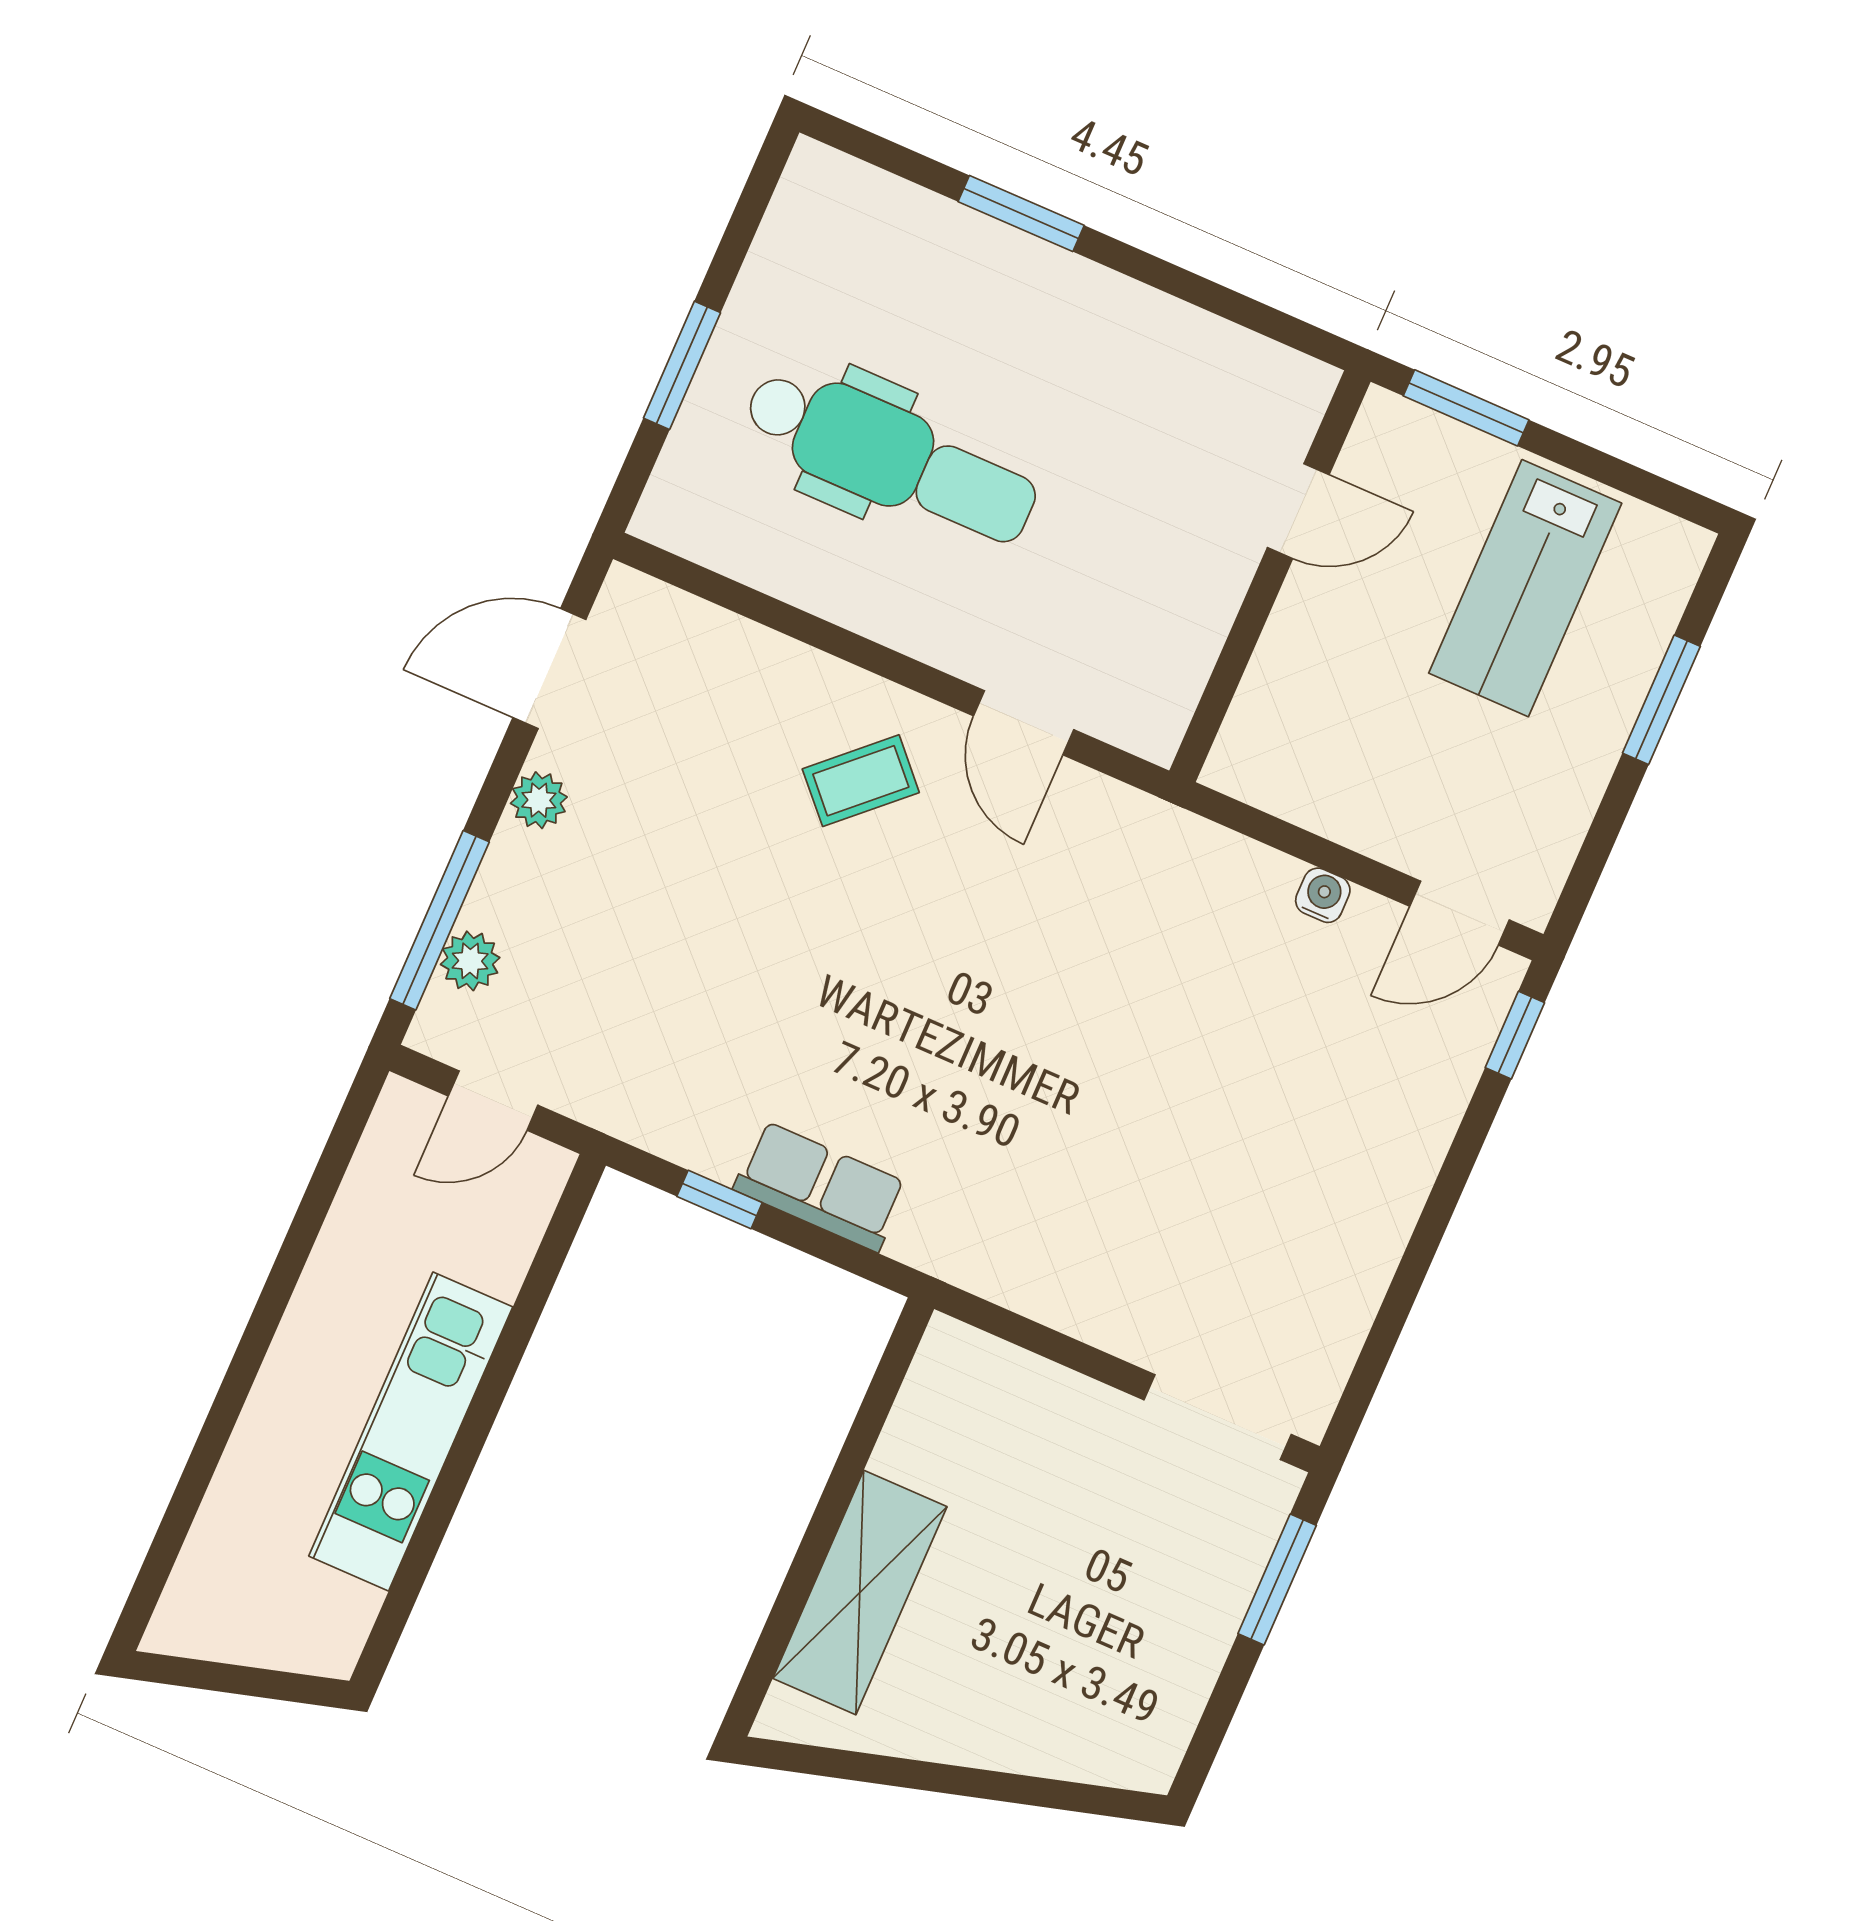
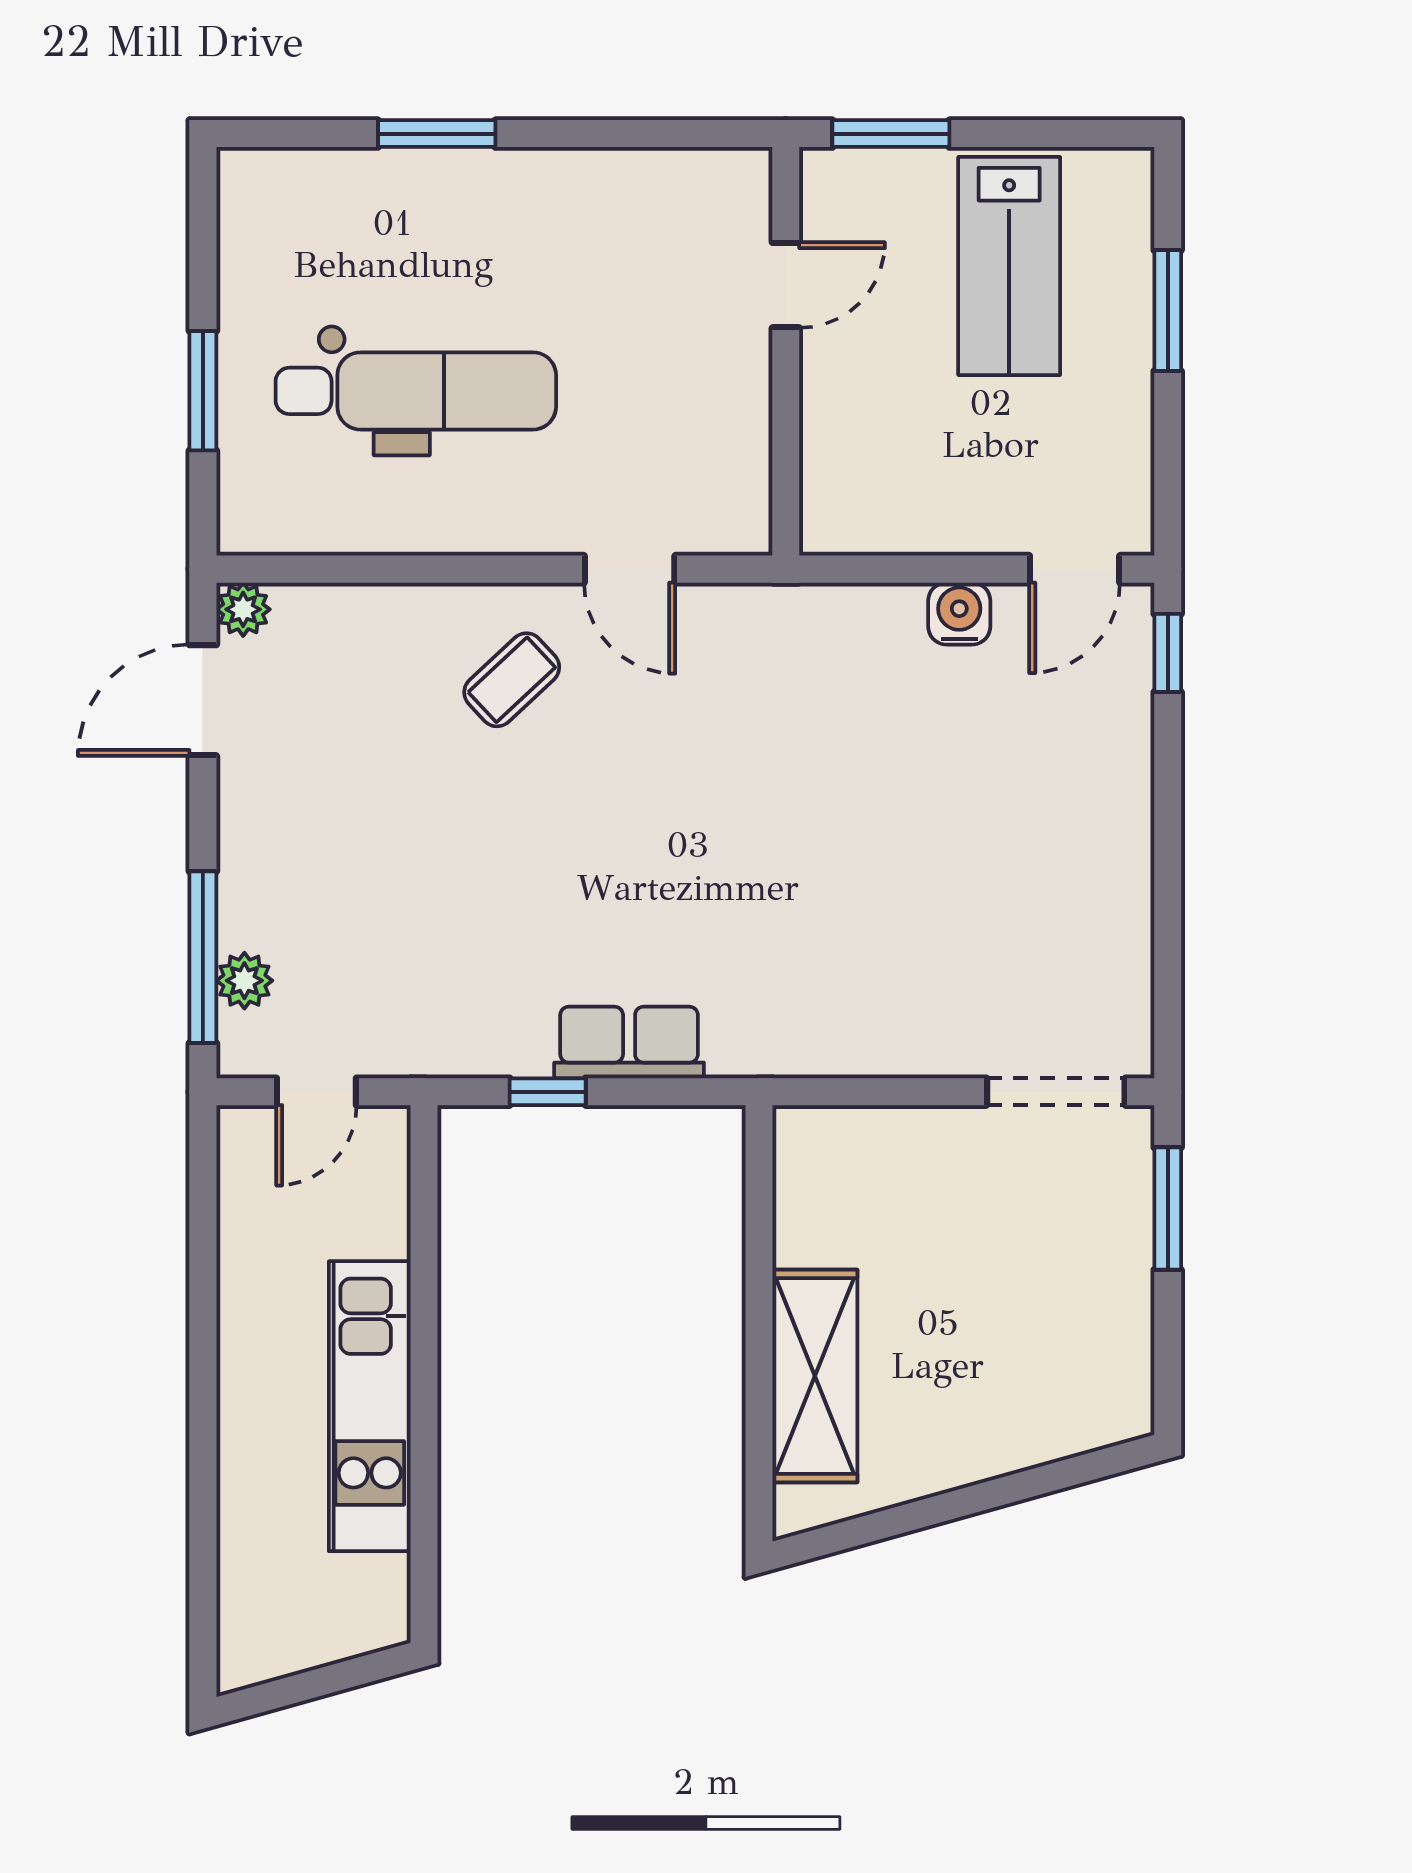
plant: (539, 800) -> (243, 609), moved
water cooler: (1323, 895) -> (959, 614), width x1.38, depth x1.38

